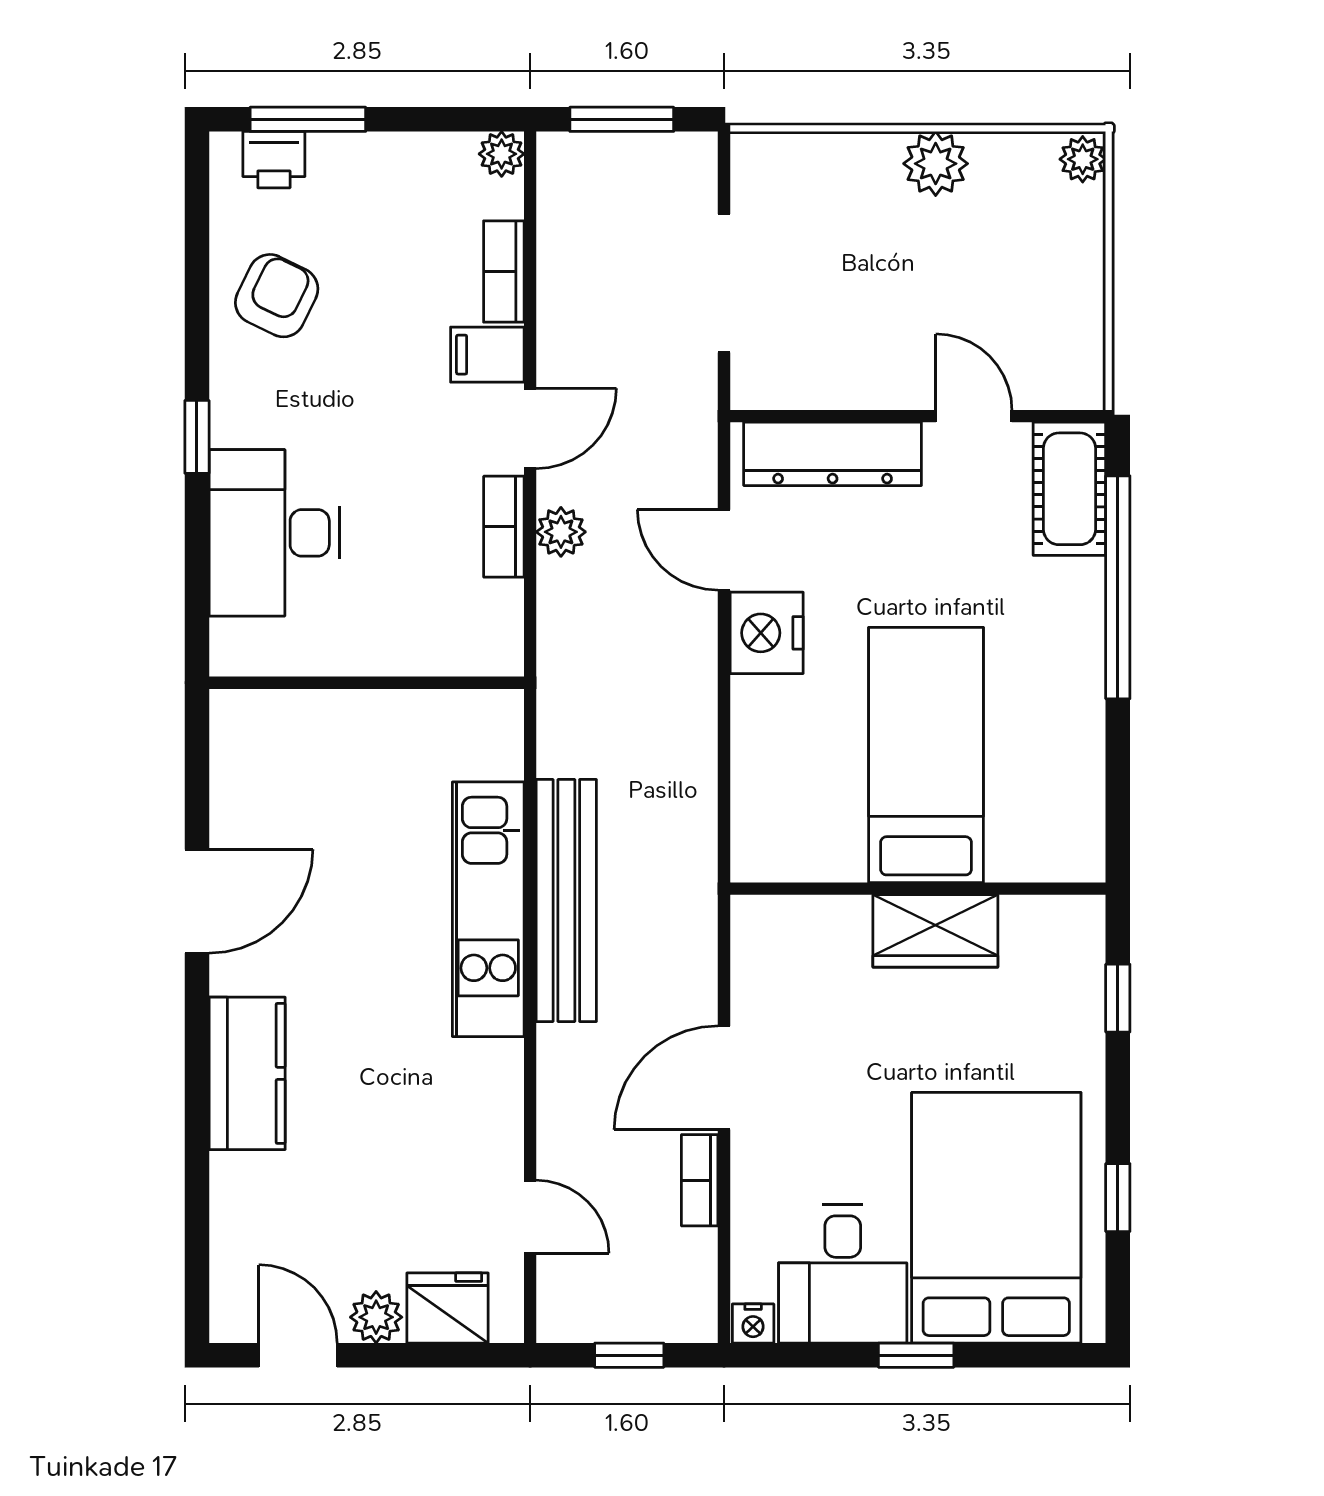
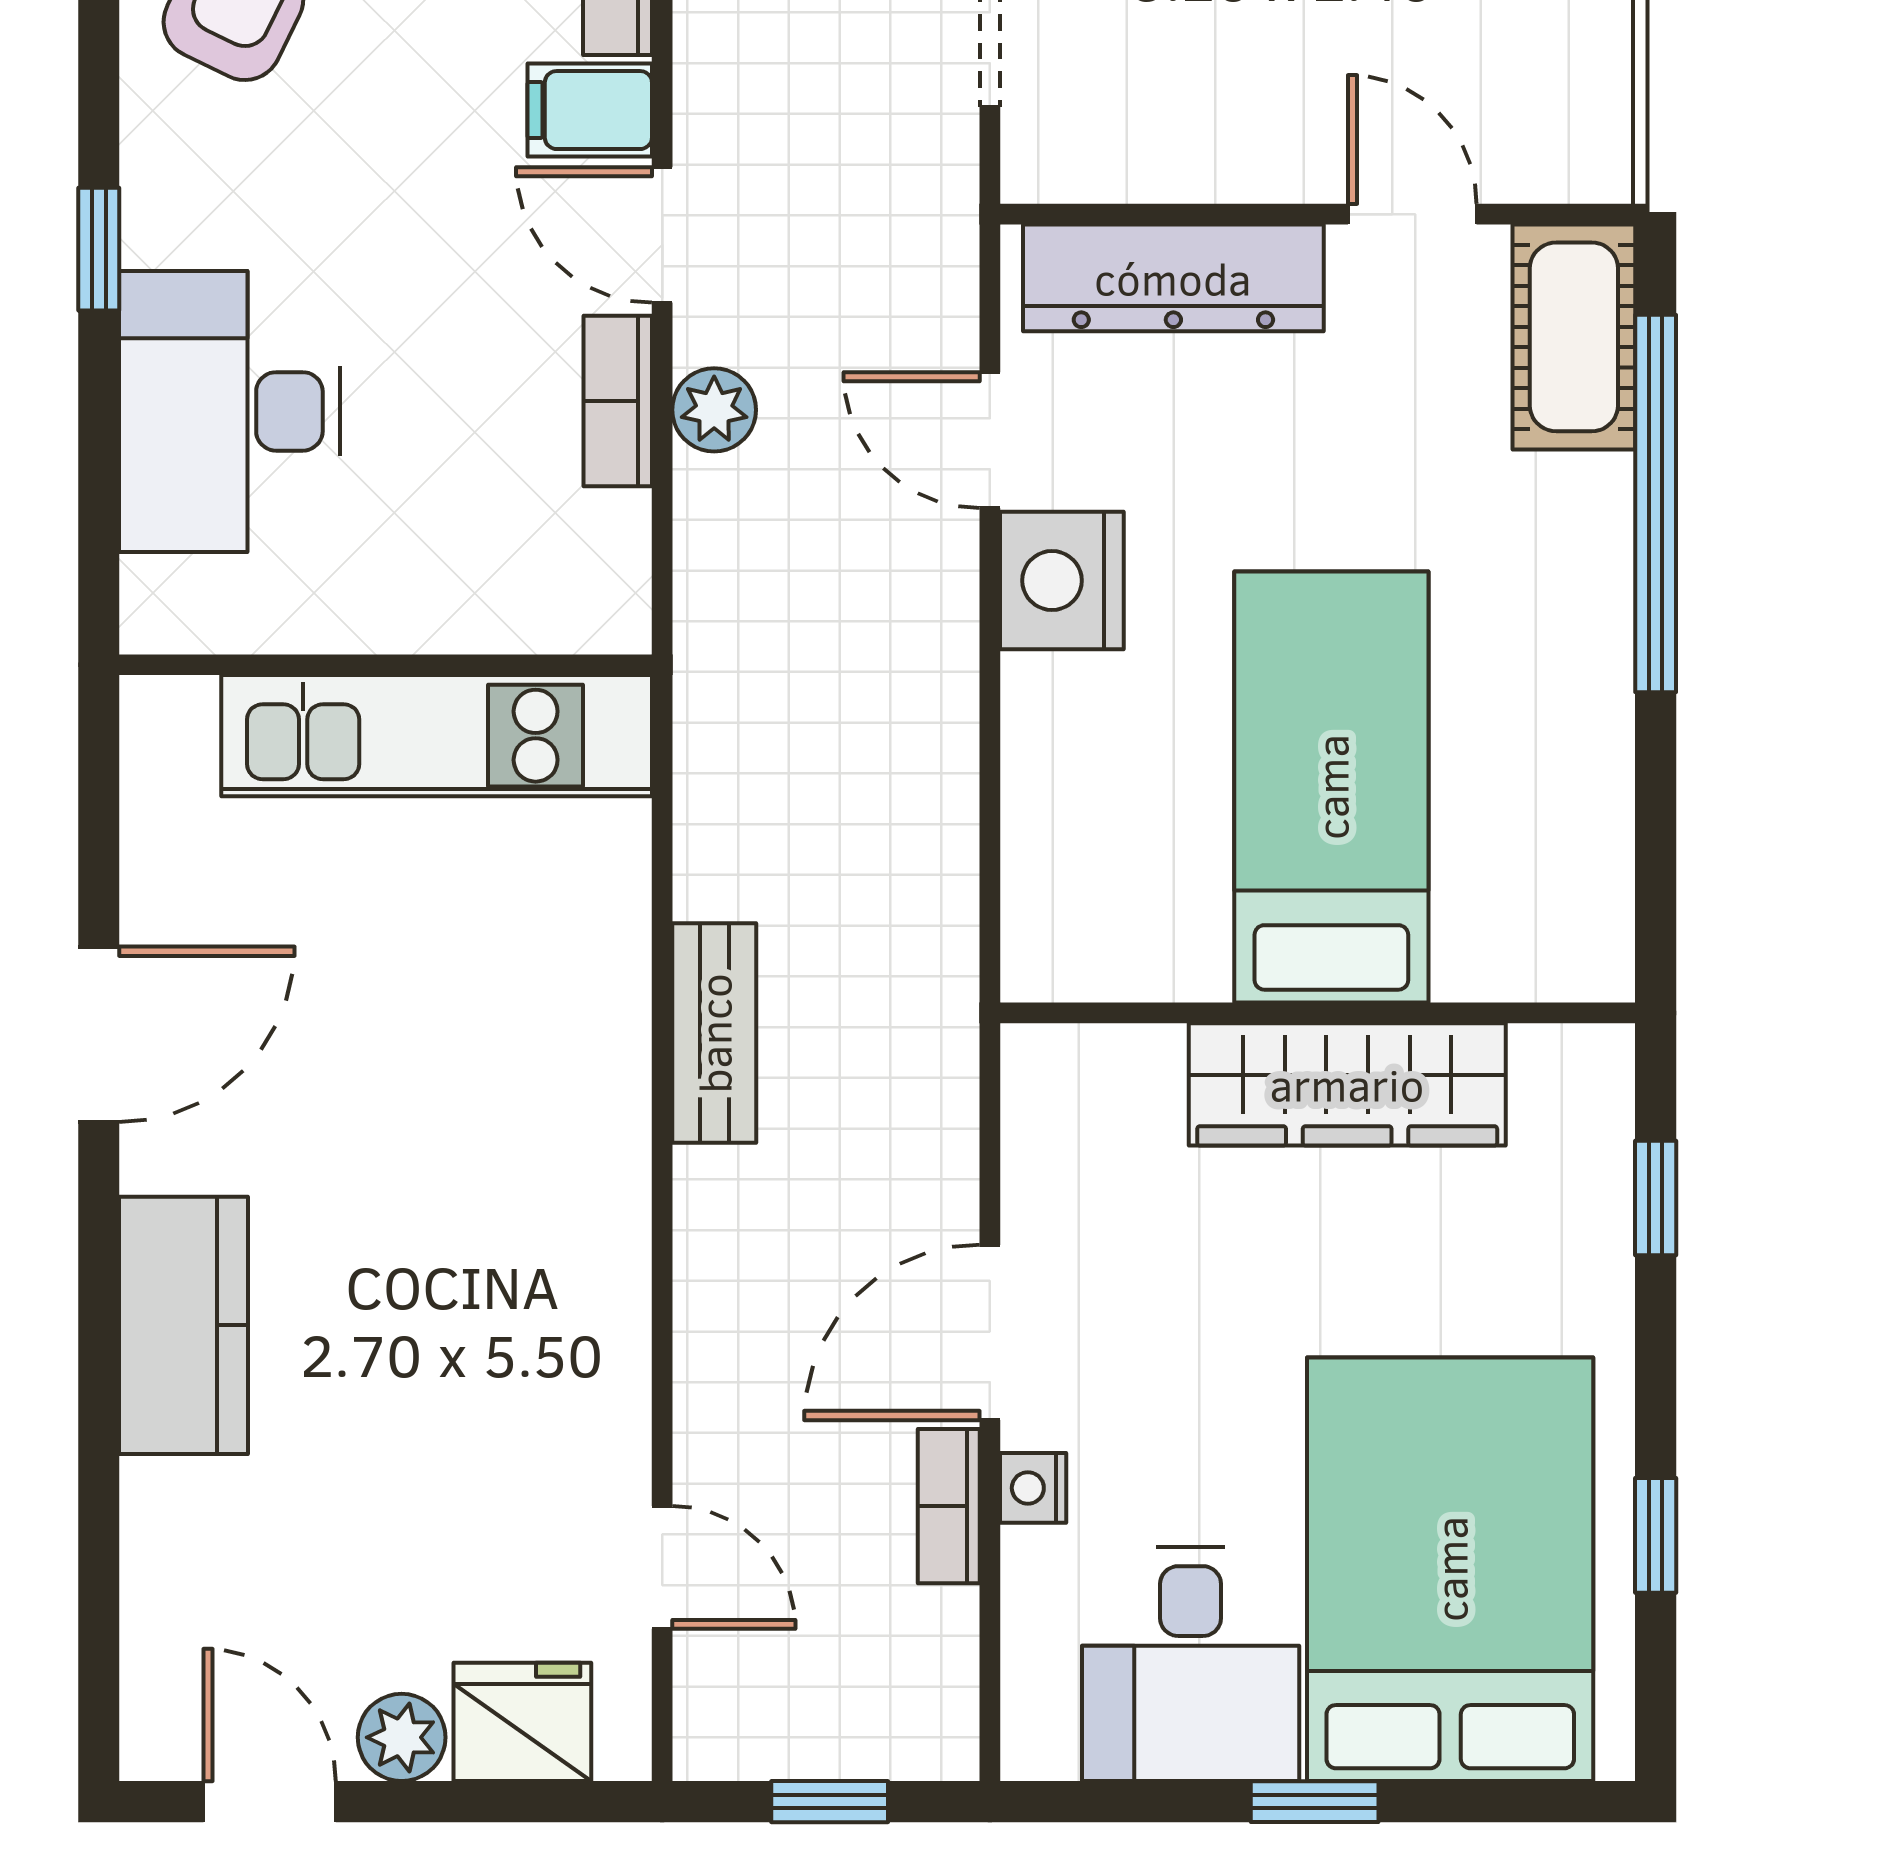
door: (530, 428) -> (662, 235), swing flipped
bench: (566, 901) -> (714, 1033), width x0.54, depth x0.82
kitchen unit: (488, 909) -> (437, 736), moved, turned -90
wardrobe: (935, 931) -> (1347, 1084), width x1.50
nightstand: (753, 1323) -> (1033, 1488), moved, turned 90

